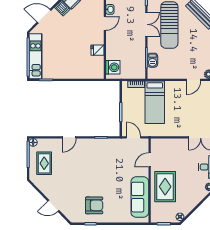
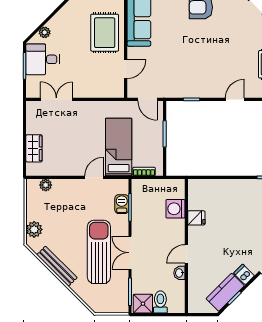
washing machine: (113, 67) -> (175, 209), moved
door: (194, 80) -> (94, 177), moved

